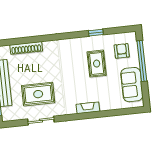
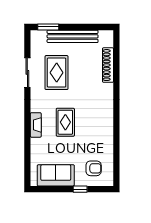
window: (96, 33) -> (116, 142), removed
window: (142, 61) -> (80, 189), width x0.32
rug: (97, 64) -> (65, 122), moved, turned 90

